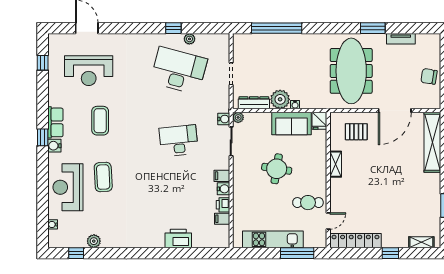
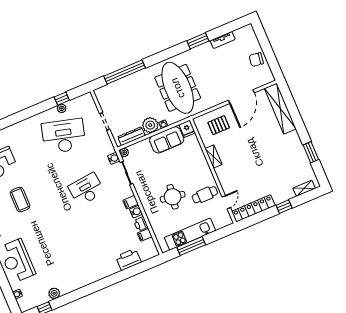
window: (173, 28) -> (62, 99), moved
meeting table: (351, 71) -> (178, 88), moved
round table: (277, 169) -> (173, 197), moved
coffee table: (103, 177) -> (41, 241), removed
printer: (178, 238) -> (128, 259), moved
window: (297, 253) -> (191, 246), moved

